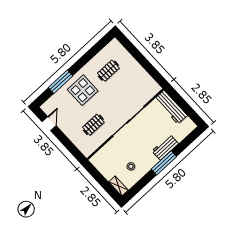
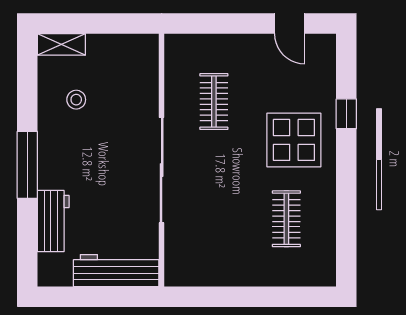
window: (60, 82) -> (346, 114), width x0.46
workbench: (165, 147) -> (53, 221), moved

